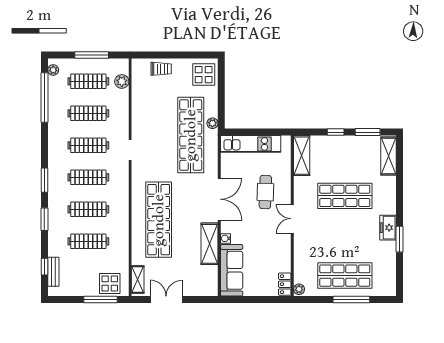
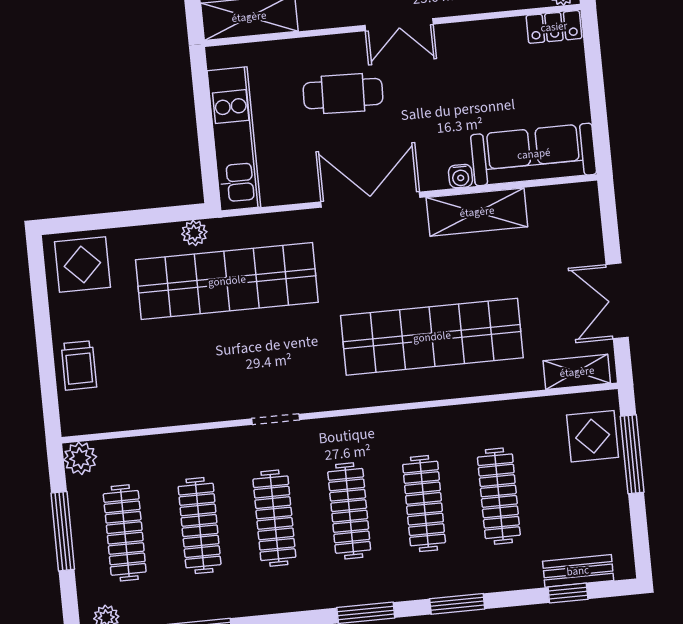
trolley: (161, 69) -> (79, 365), turned 180
plant: (122, 81) -> (80, 458), moved

